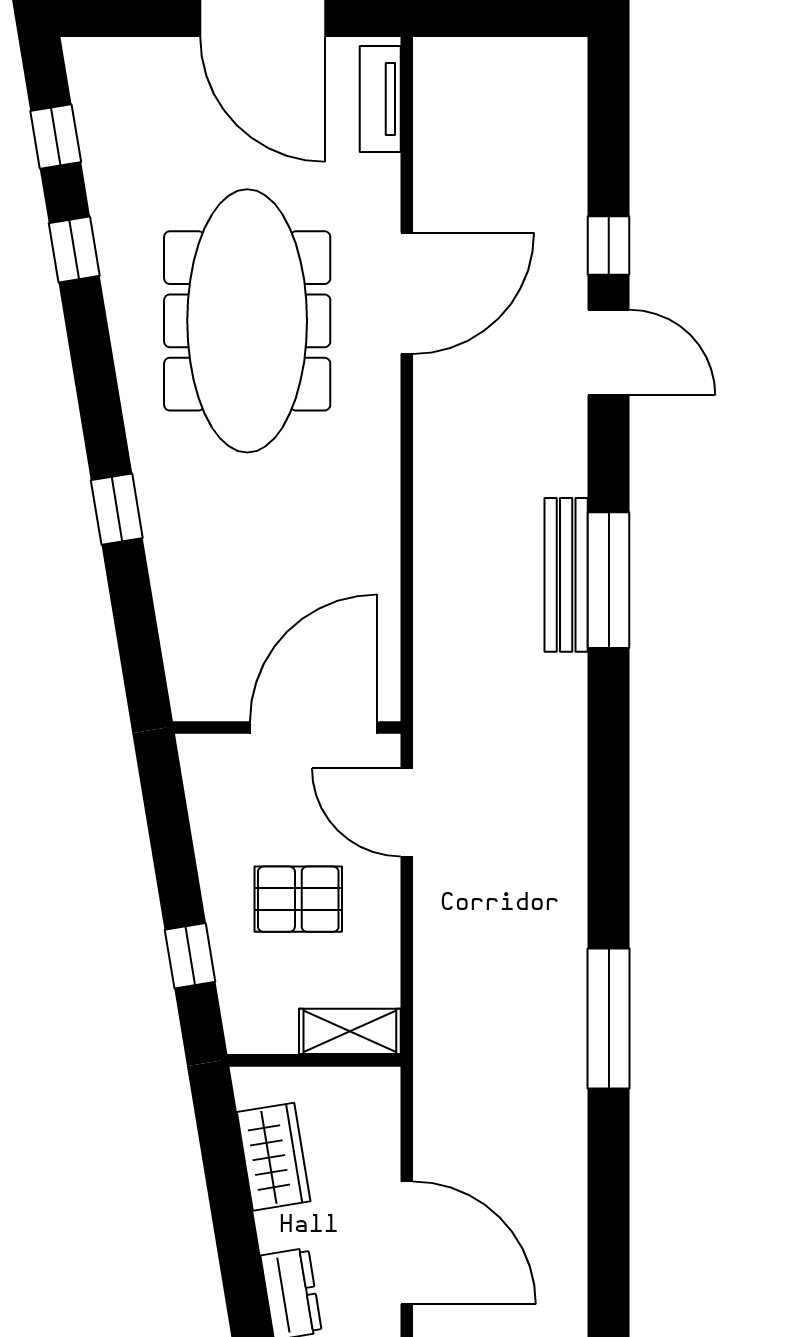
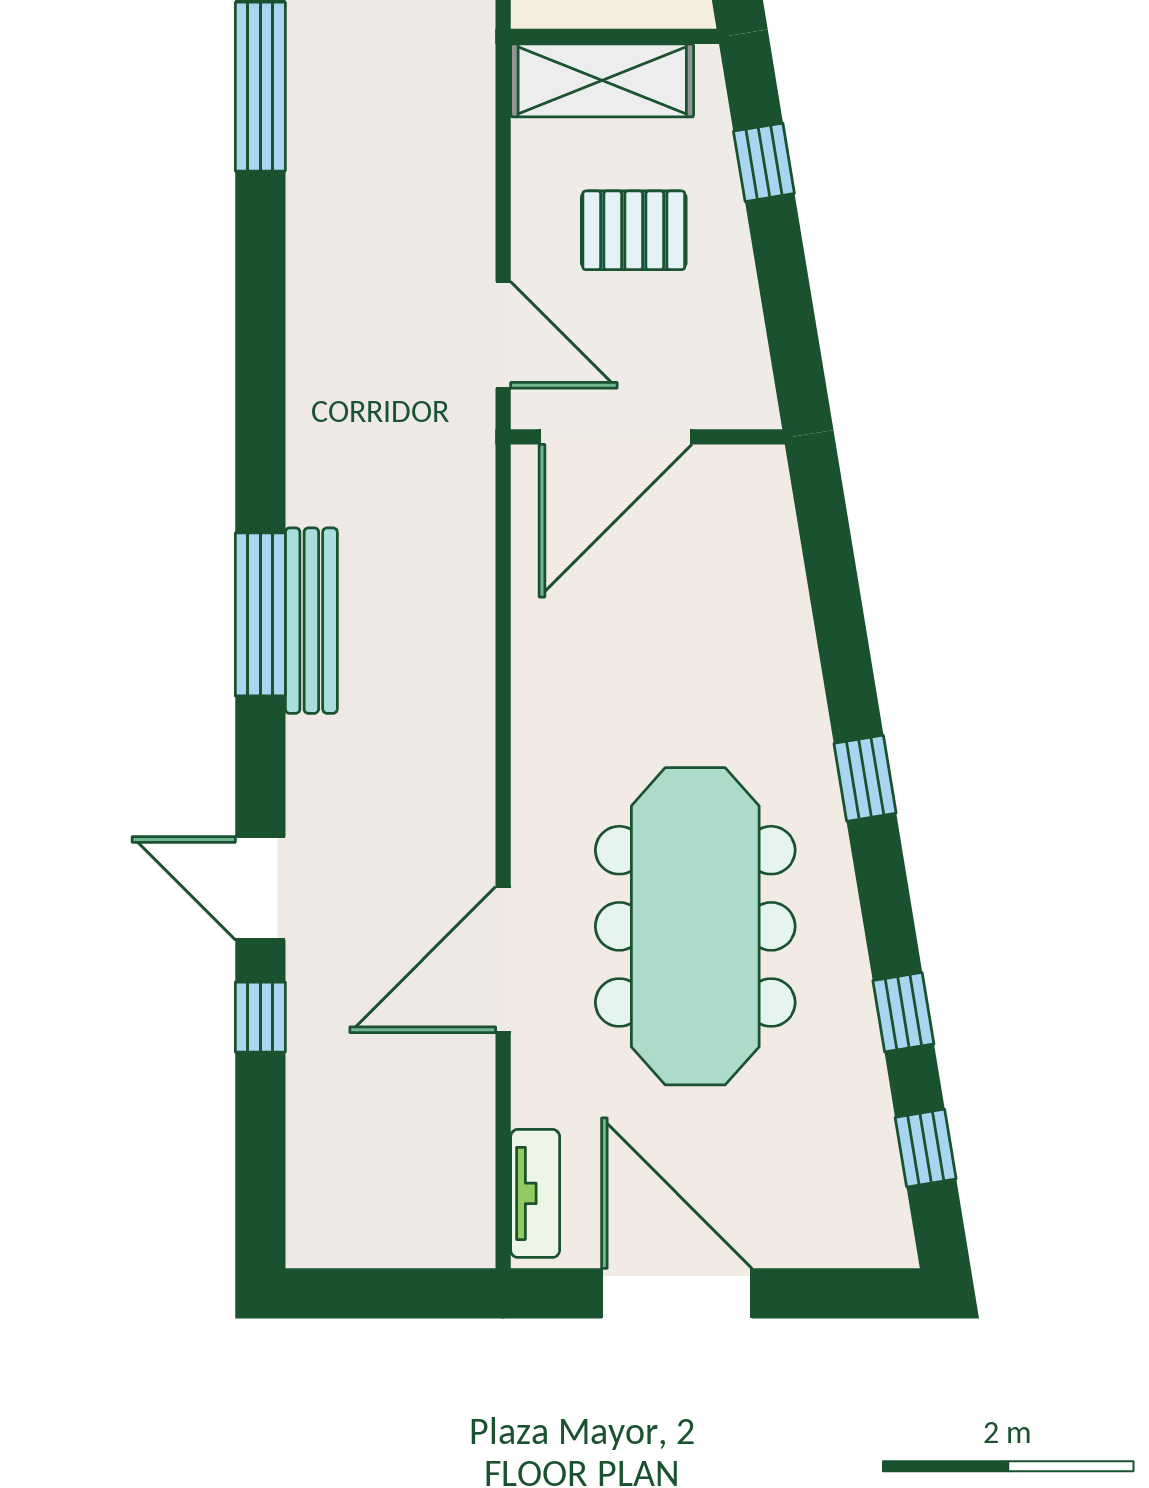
window: (117, 509) -> (865, 778), moved
shelving: (350, 1031) -> (602, 80), width x1.50, depth x1.33

